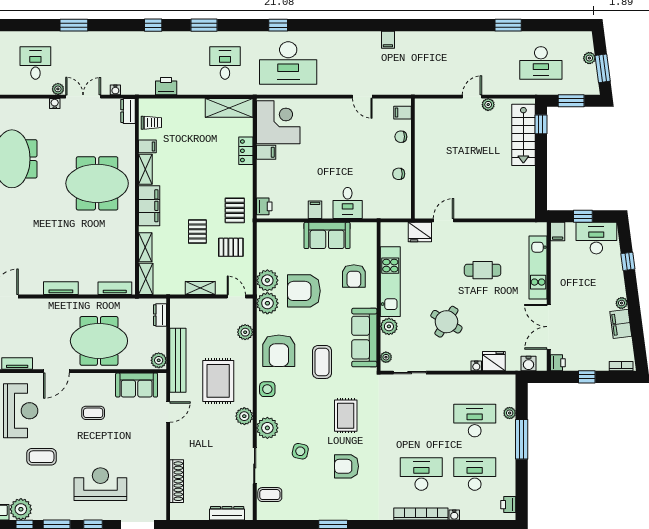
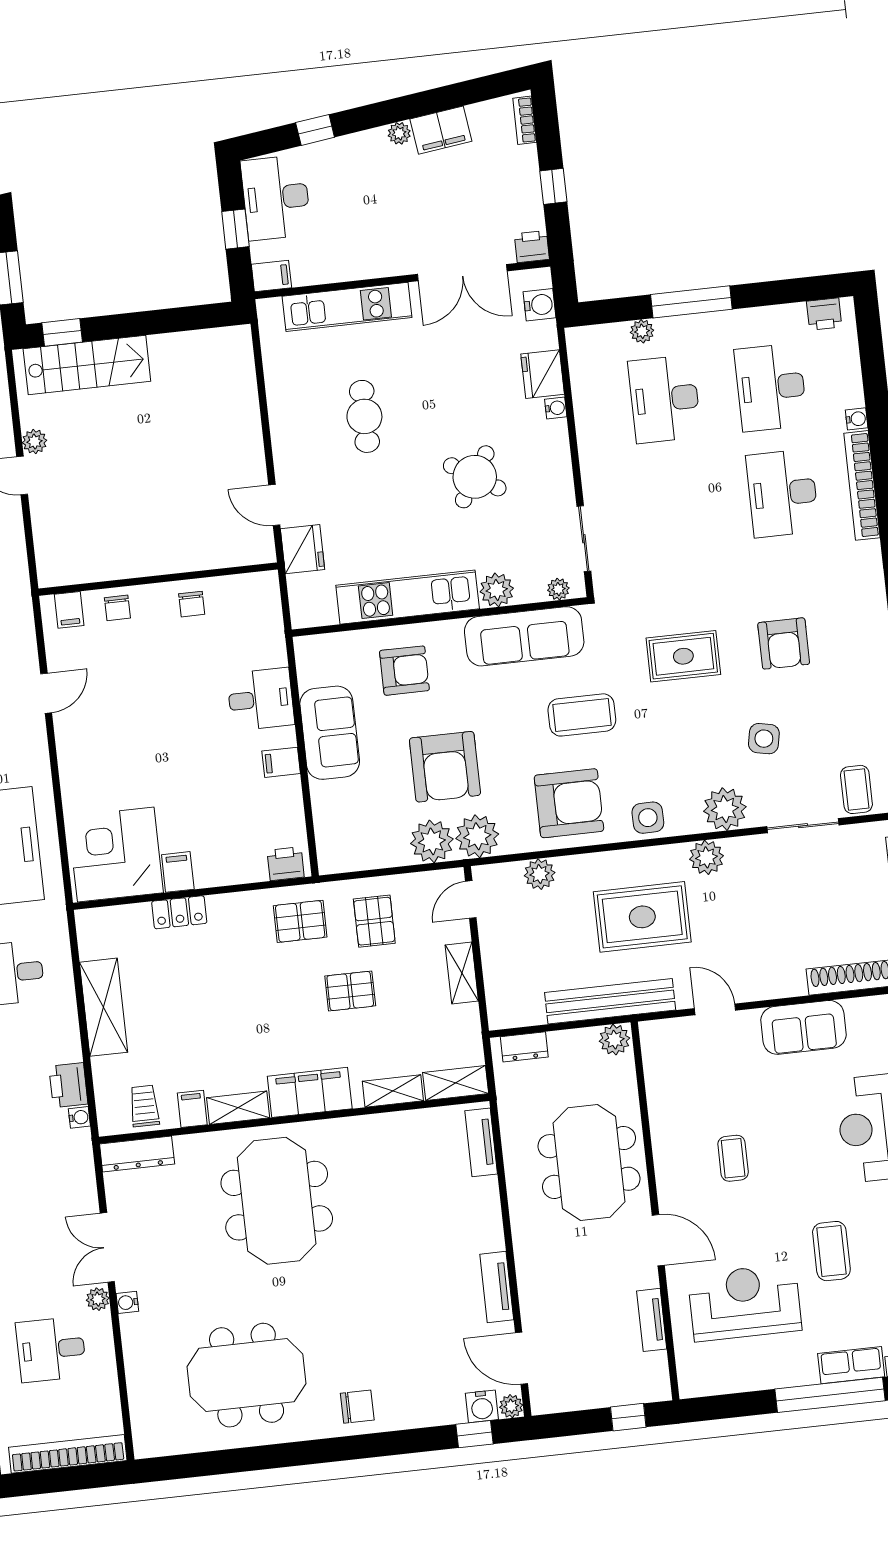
water cooler: (115, 90) -> (79, 1117), moved
shelving: (229, 108) -> (104, 1007), moved
dresser: (128, 111) -> (137, 1154), width x1.44
tv unit: (61, 288) -> (497, 1287), moved
sofa: (137, 385) -> (804, 1027), moved, turned 90

